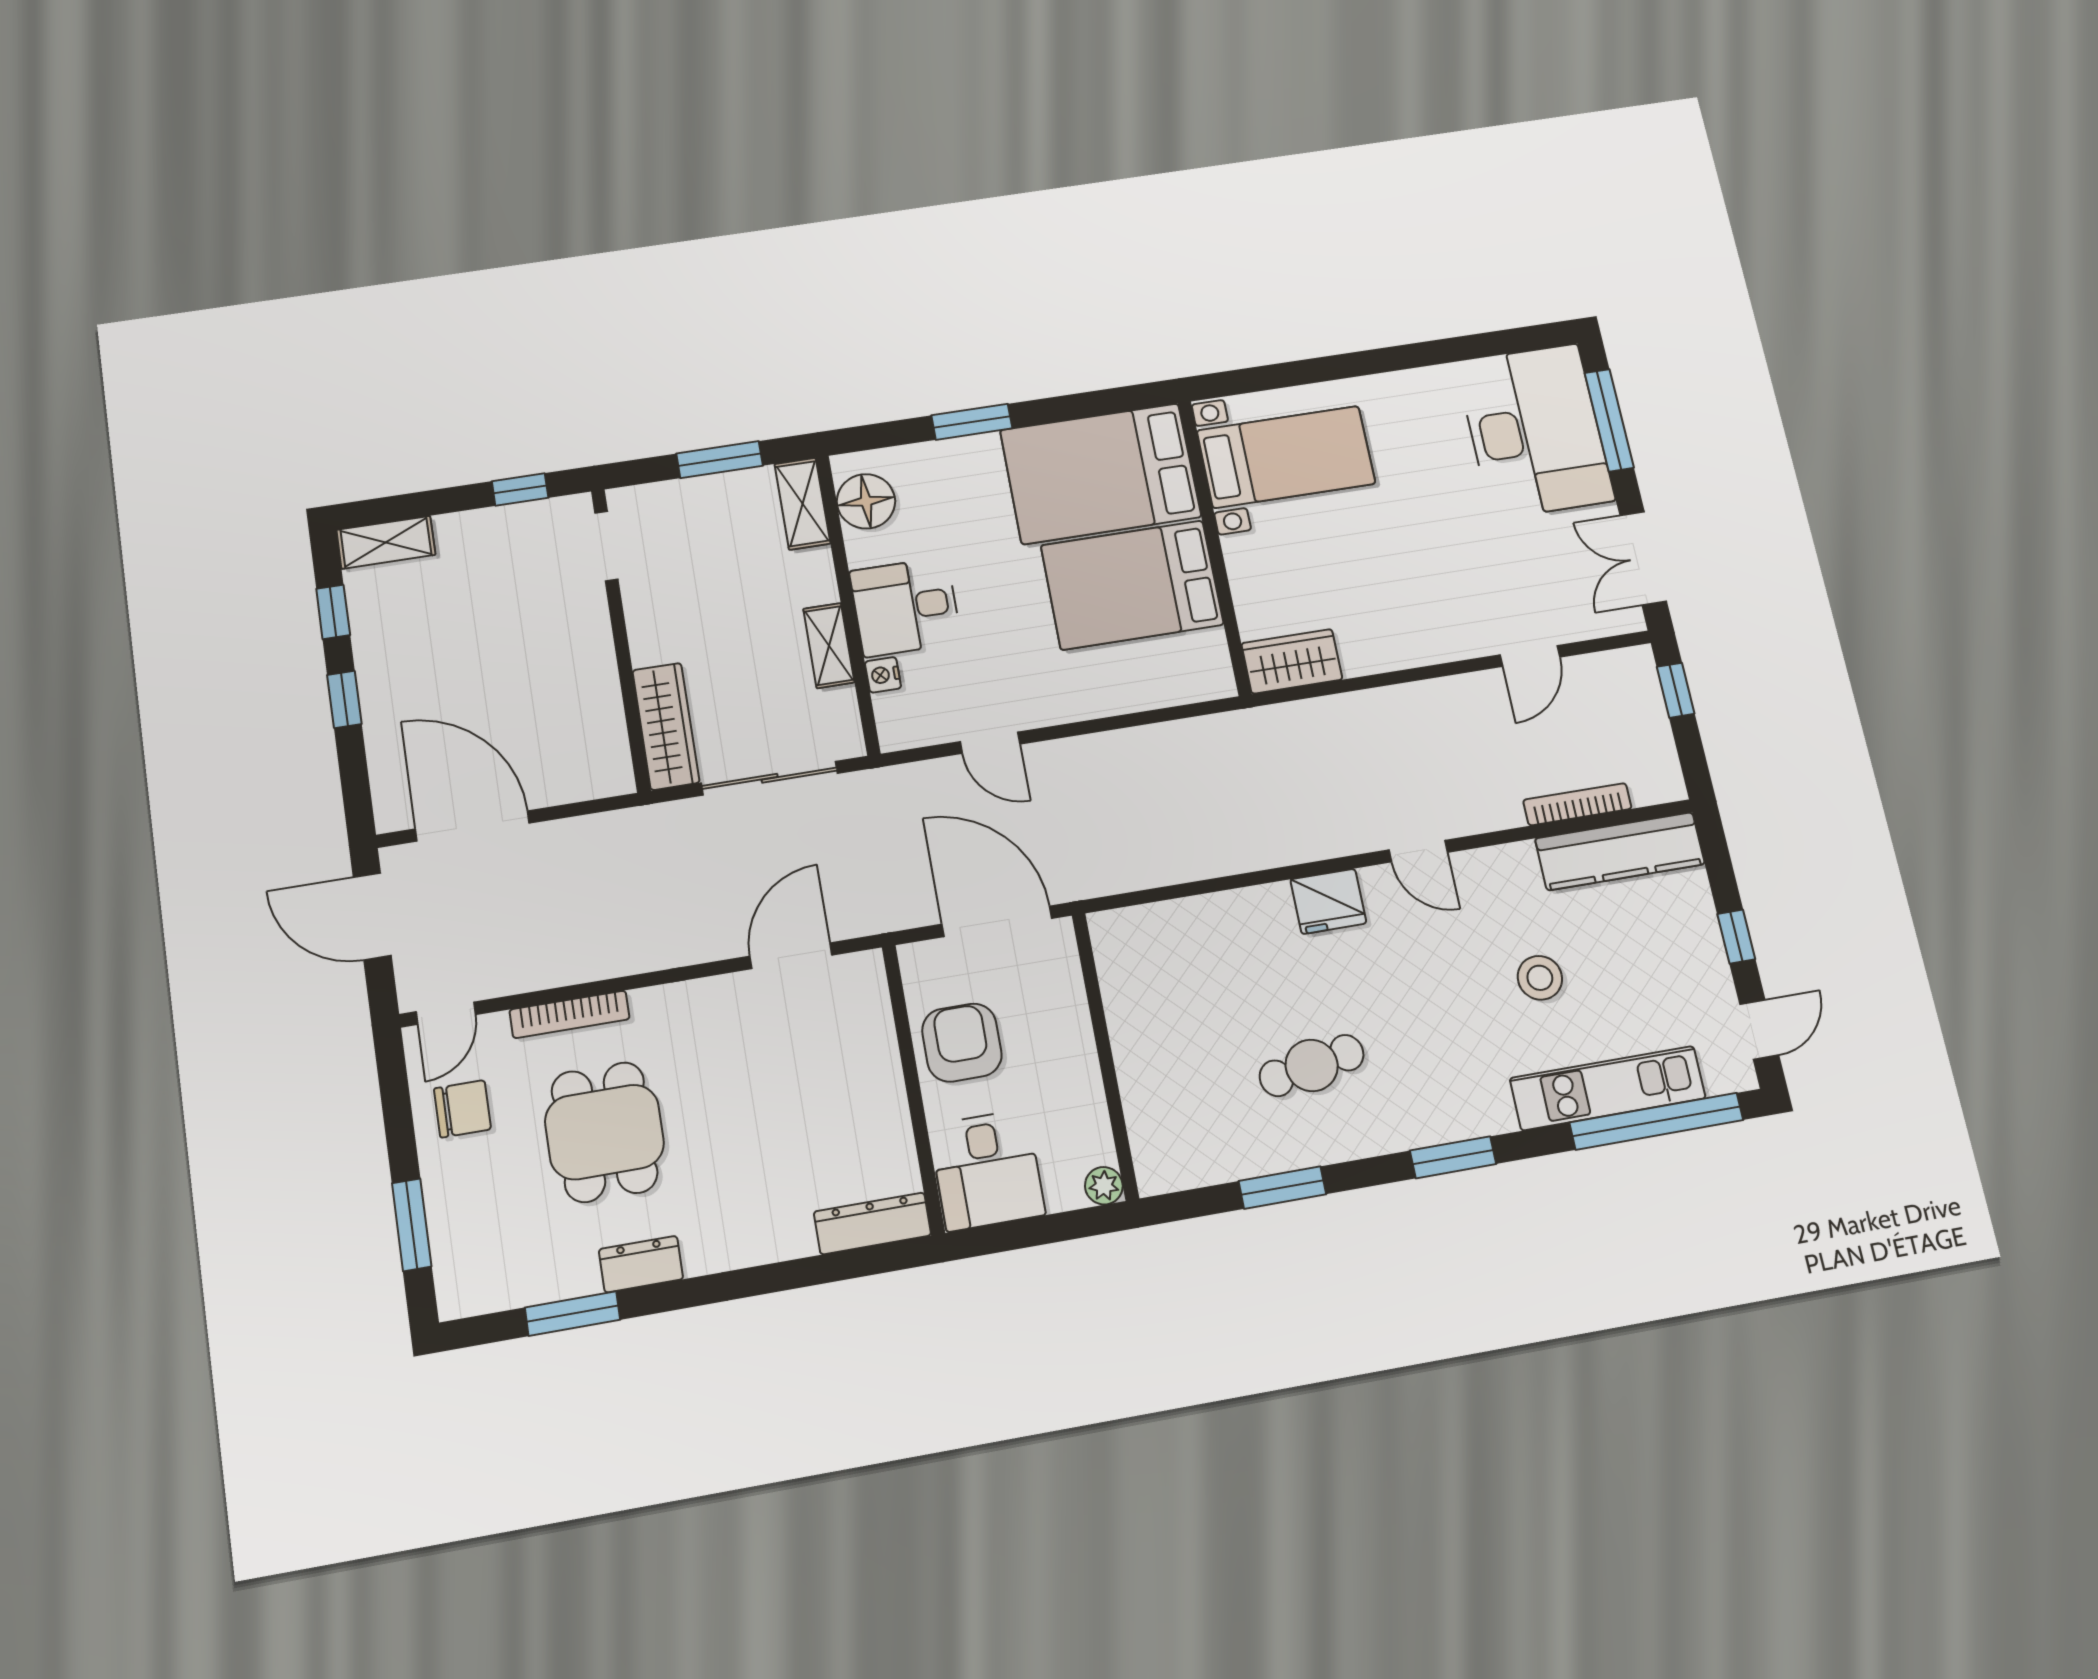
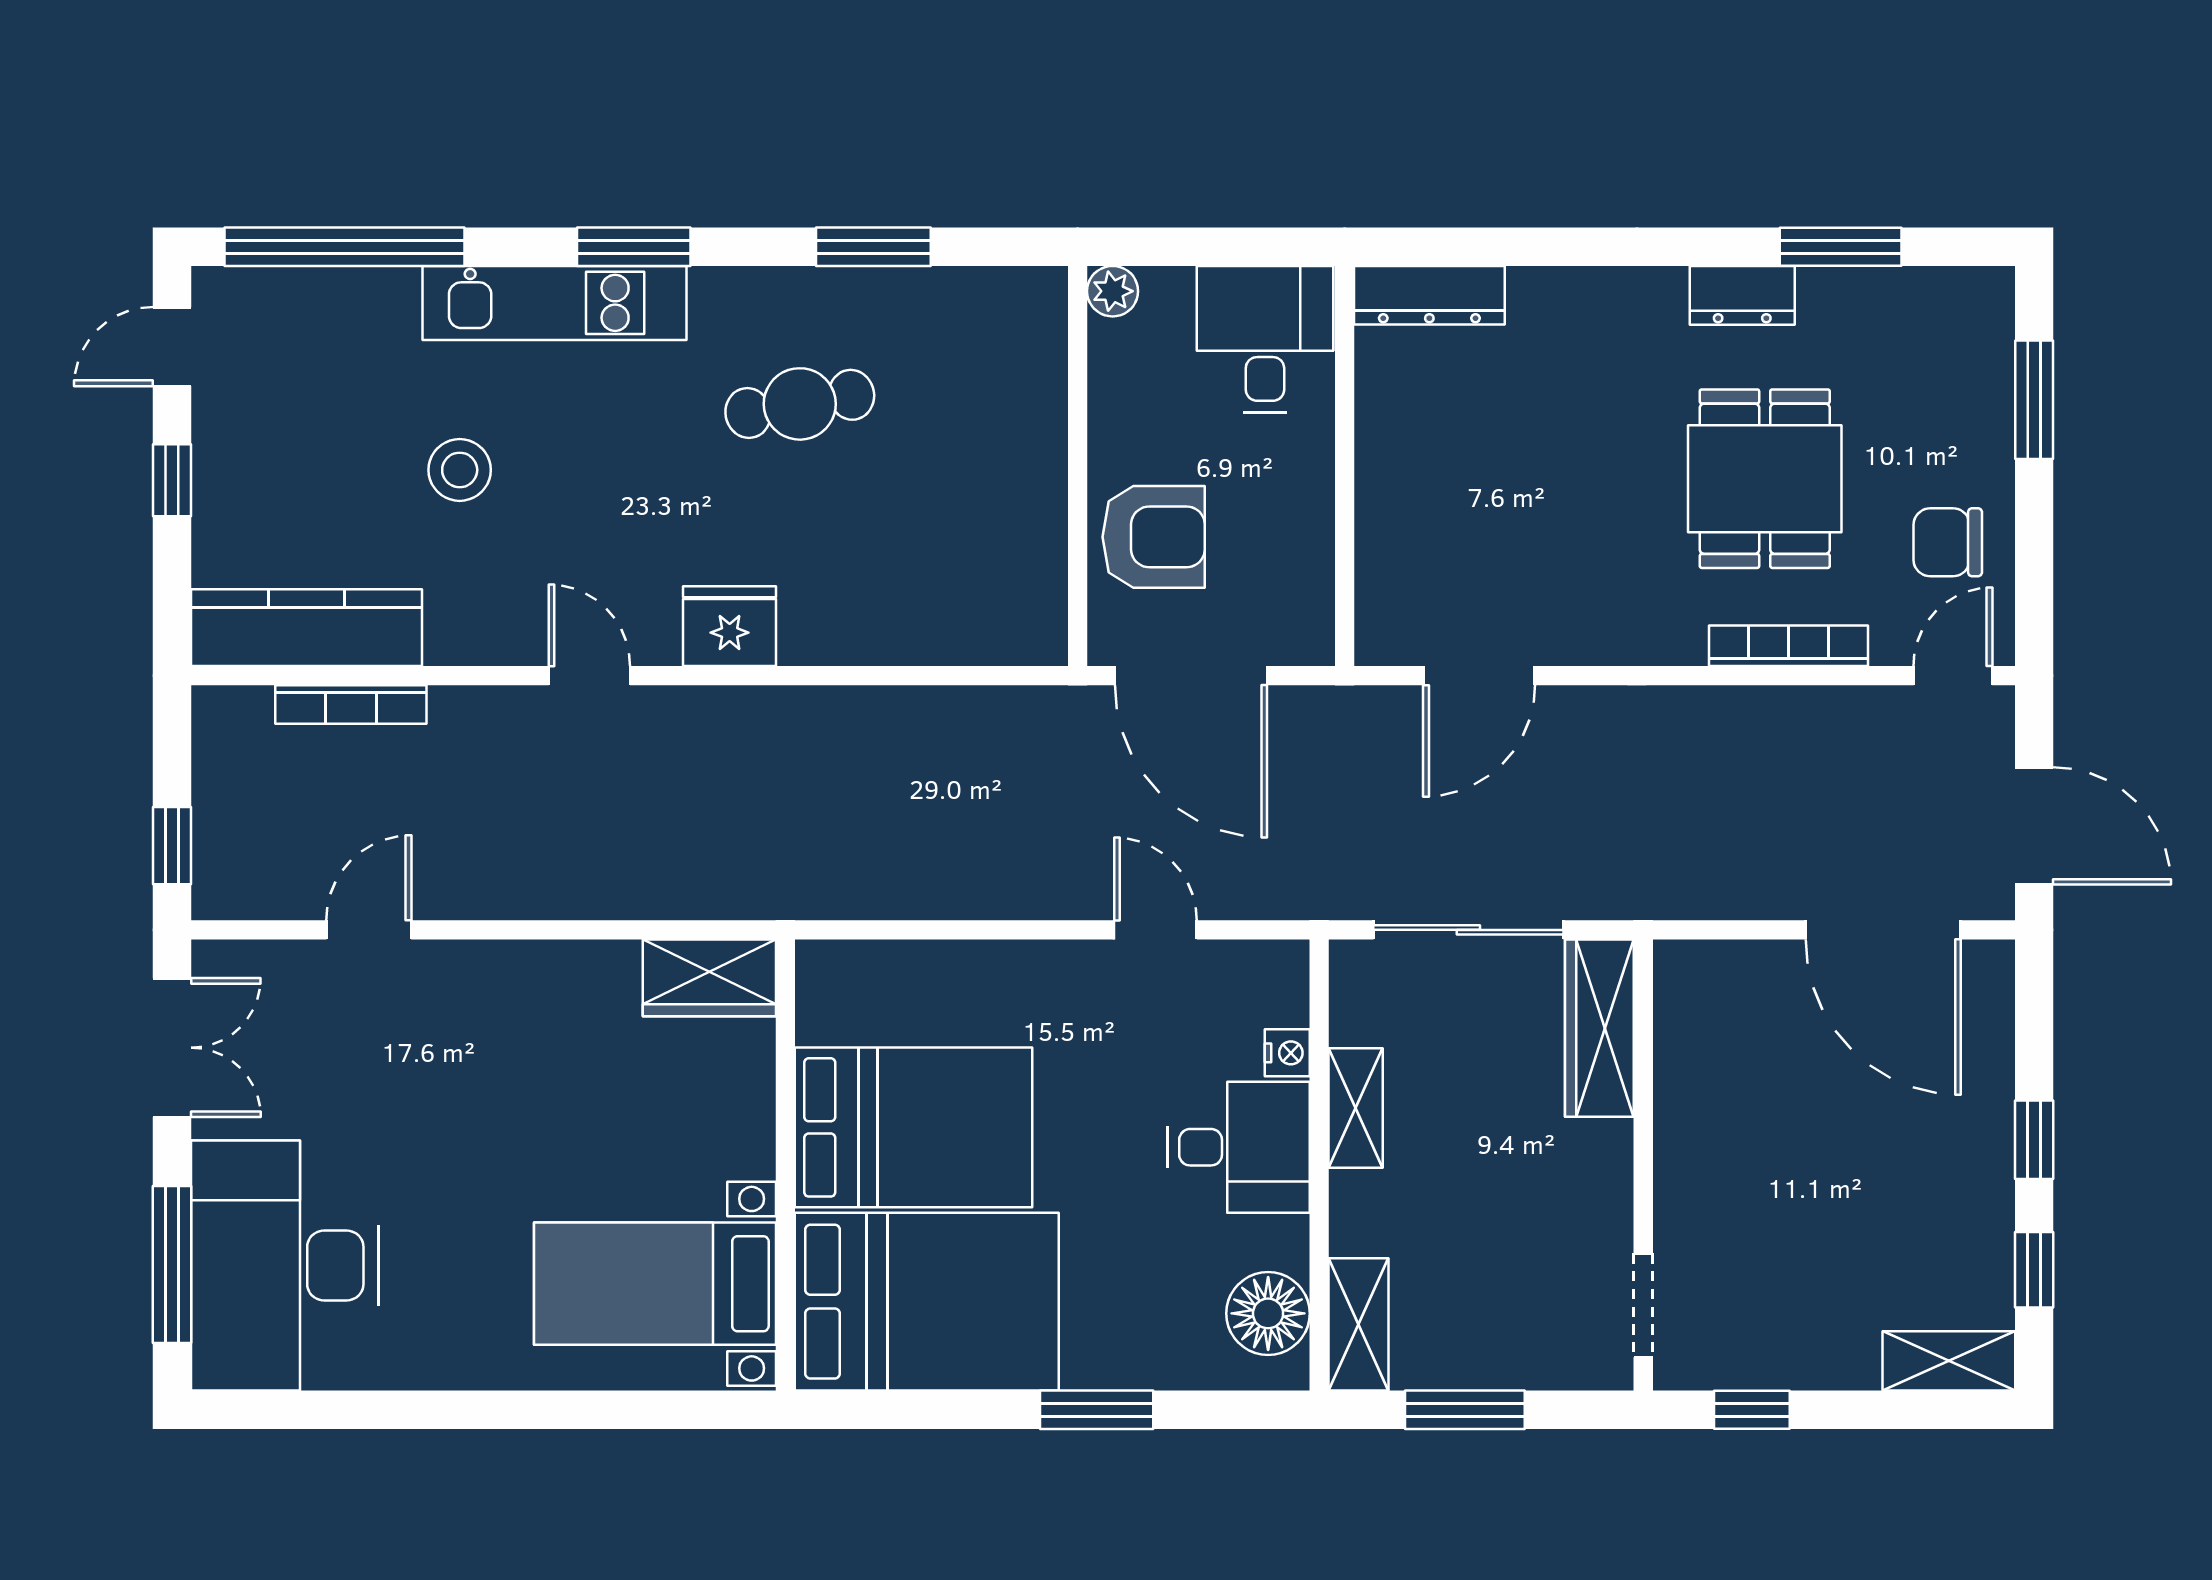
armchair: (962, 1043) -> (1154, 537), moved, turned -90
kitchen unit: (1608, 1088) -> (554, 303), moved

